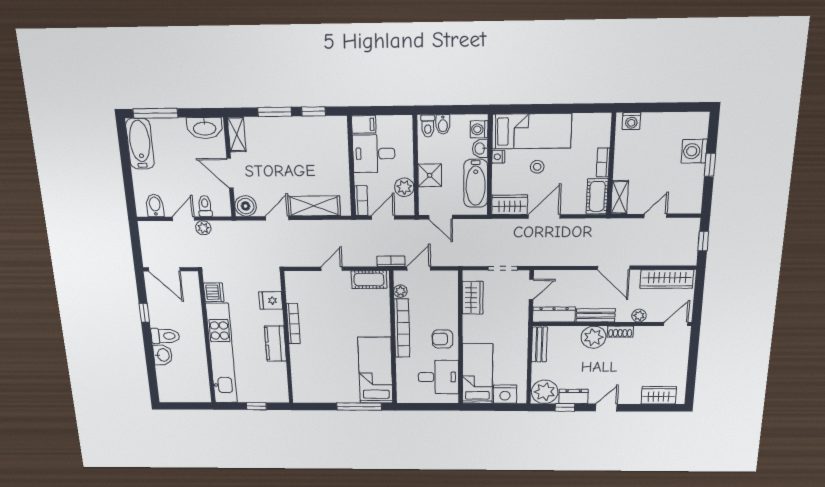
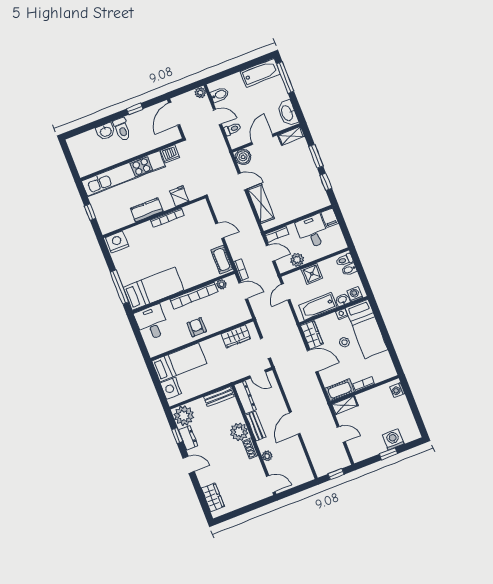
plant: (203, 228) -> (200, 93), moved
wardrobe: (667, 279) -> (301, 462), removed
desk: (438, 377) -> (152, 323), moved, turned 180
nightstand: (303, 390) -> (117, 242), added

